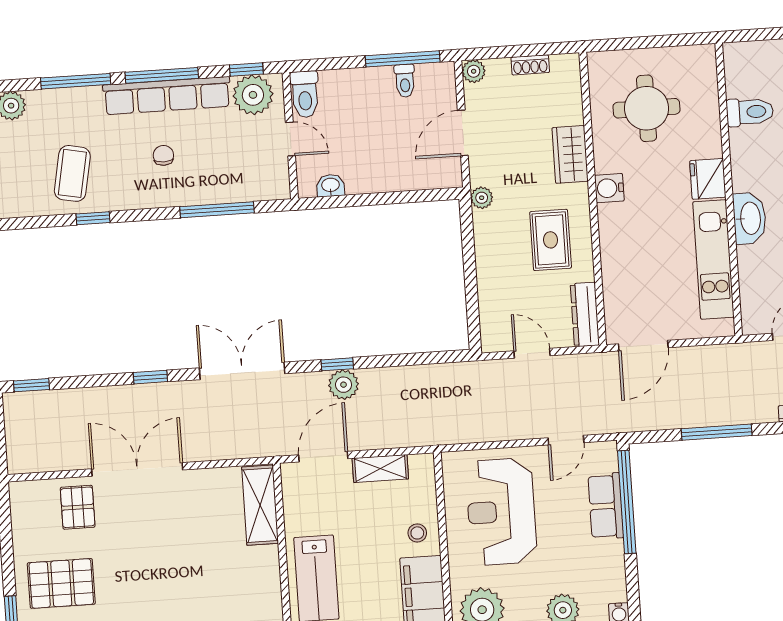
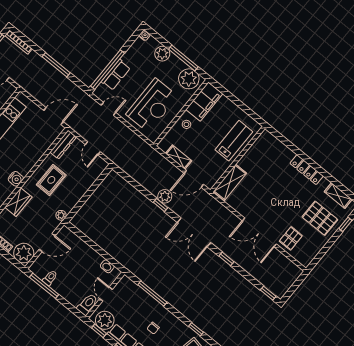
plant: (474, 71) -> (24, 253), width x1.88, depth x1.88

